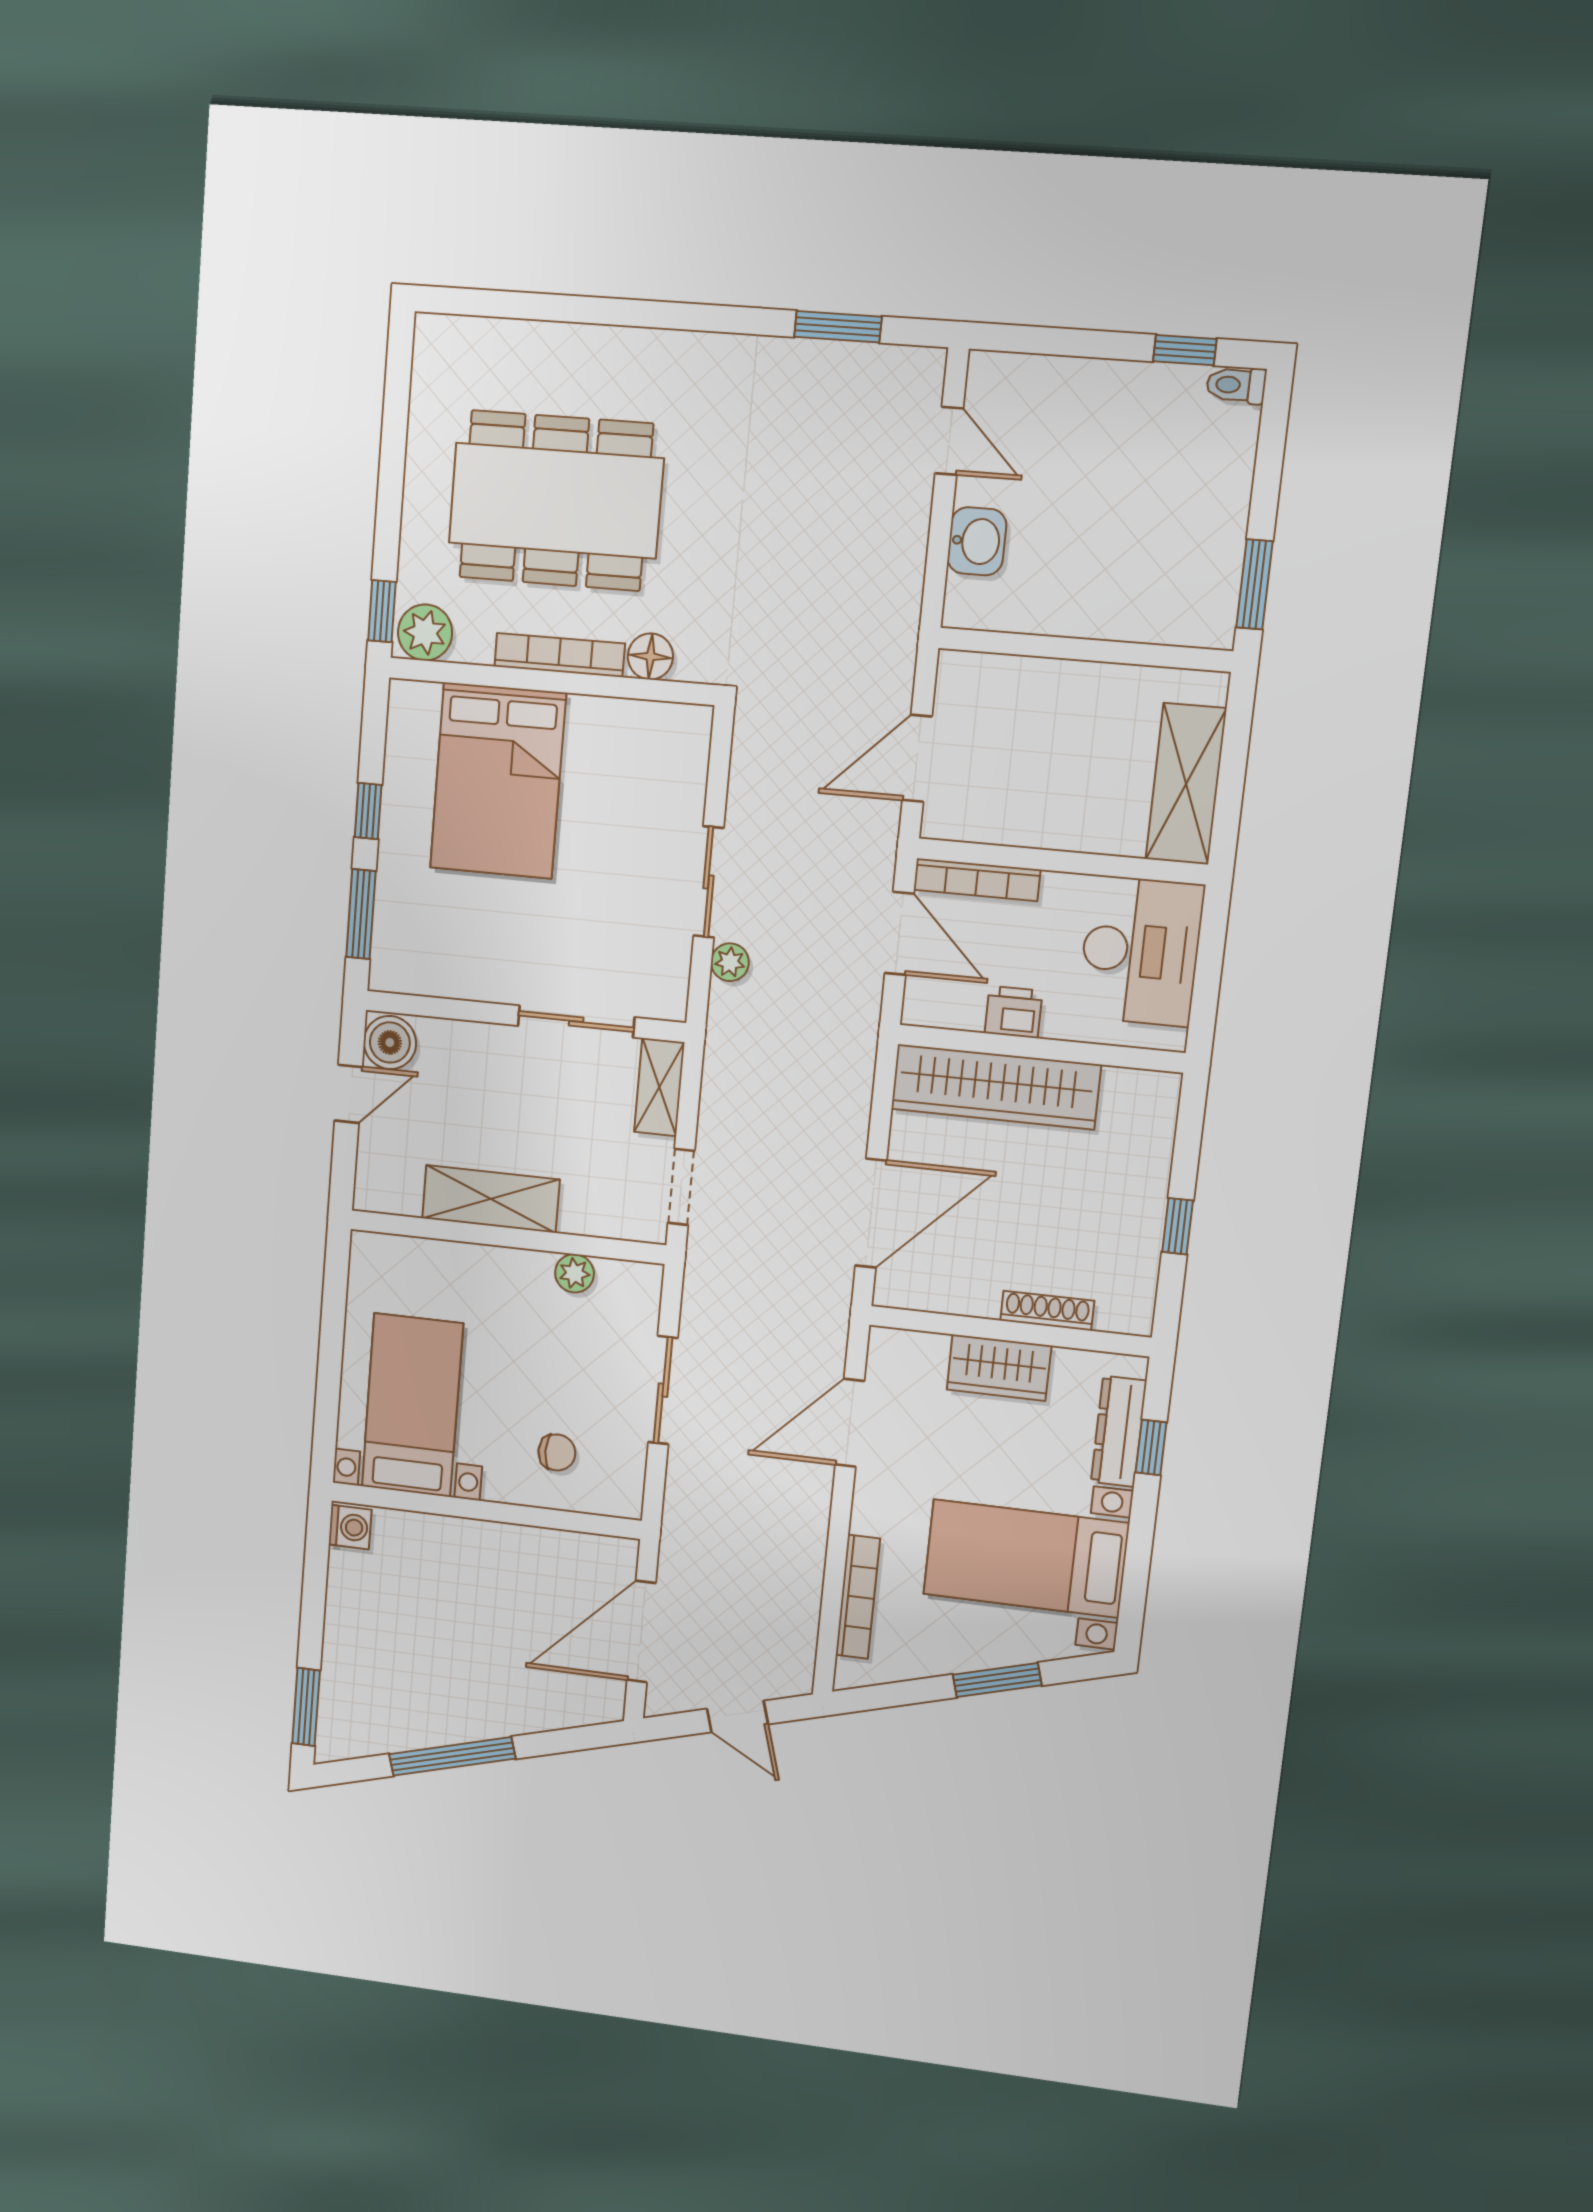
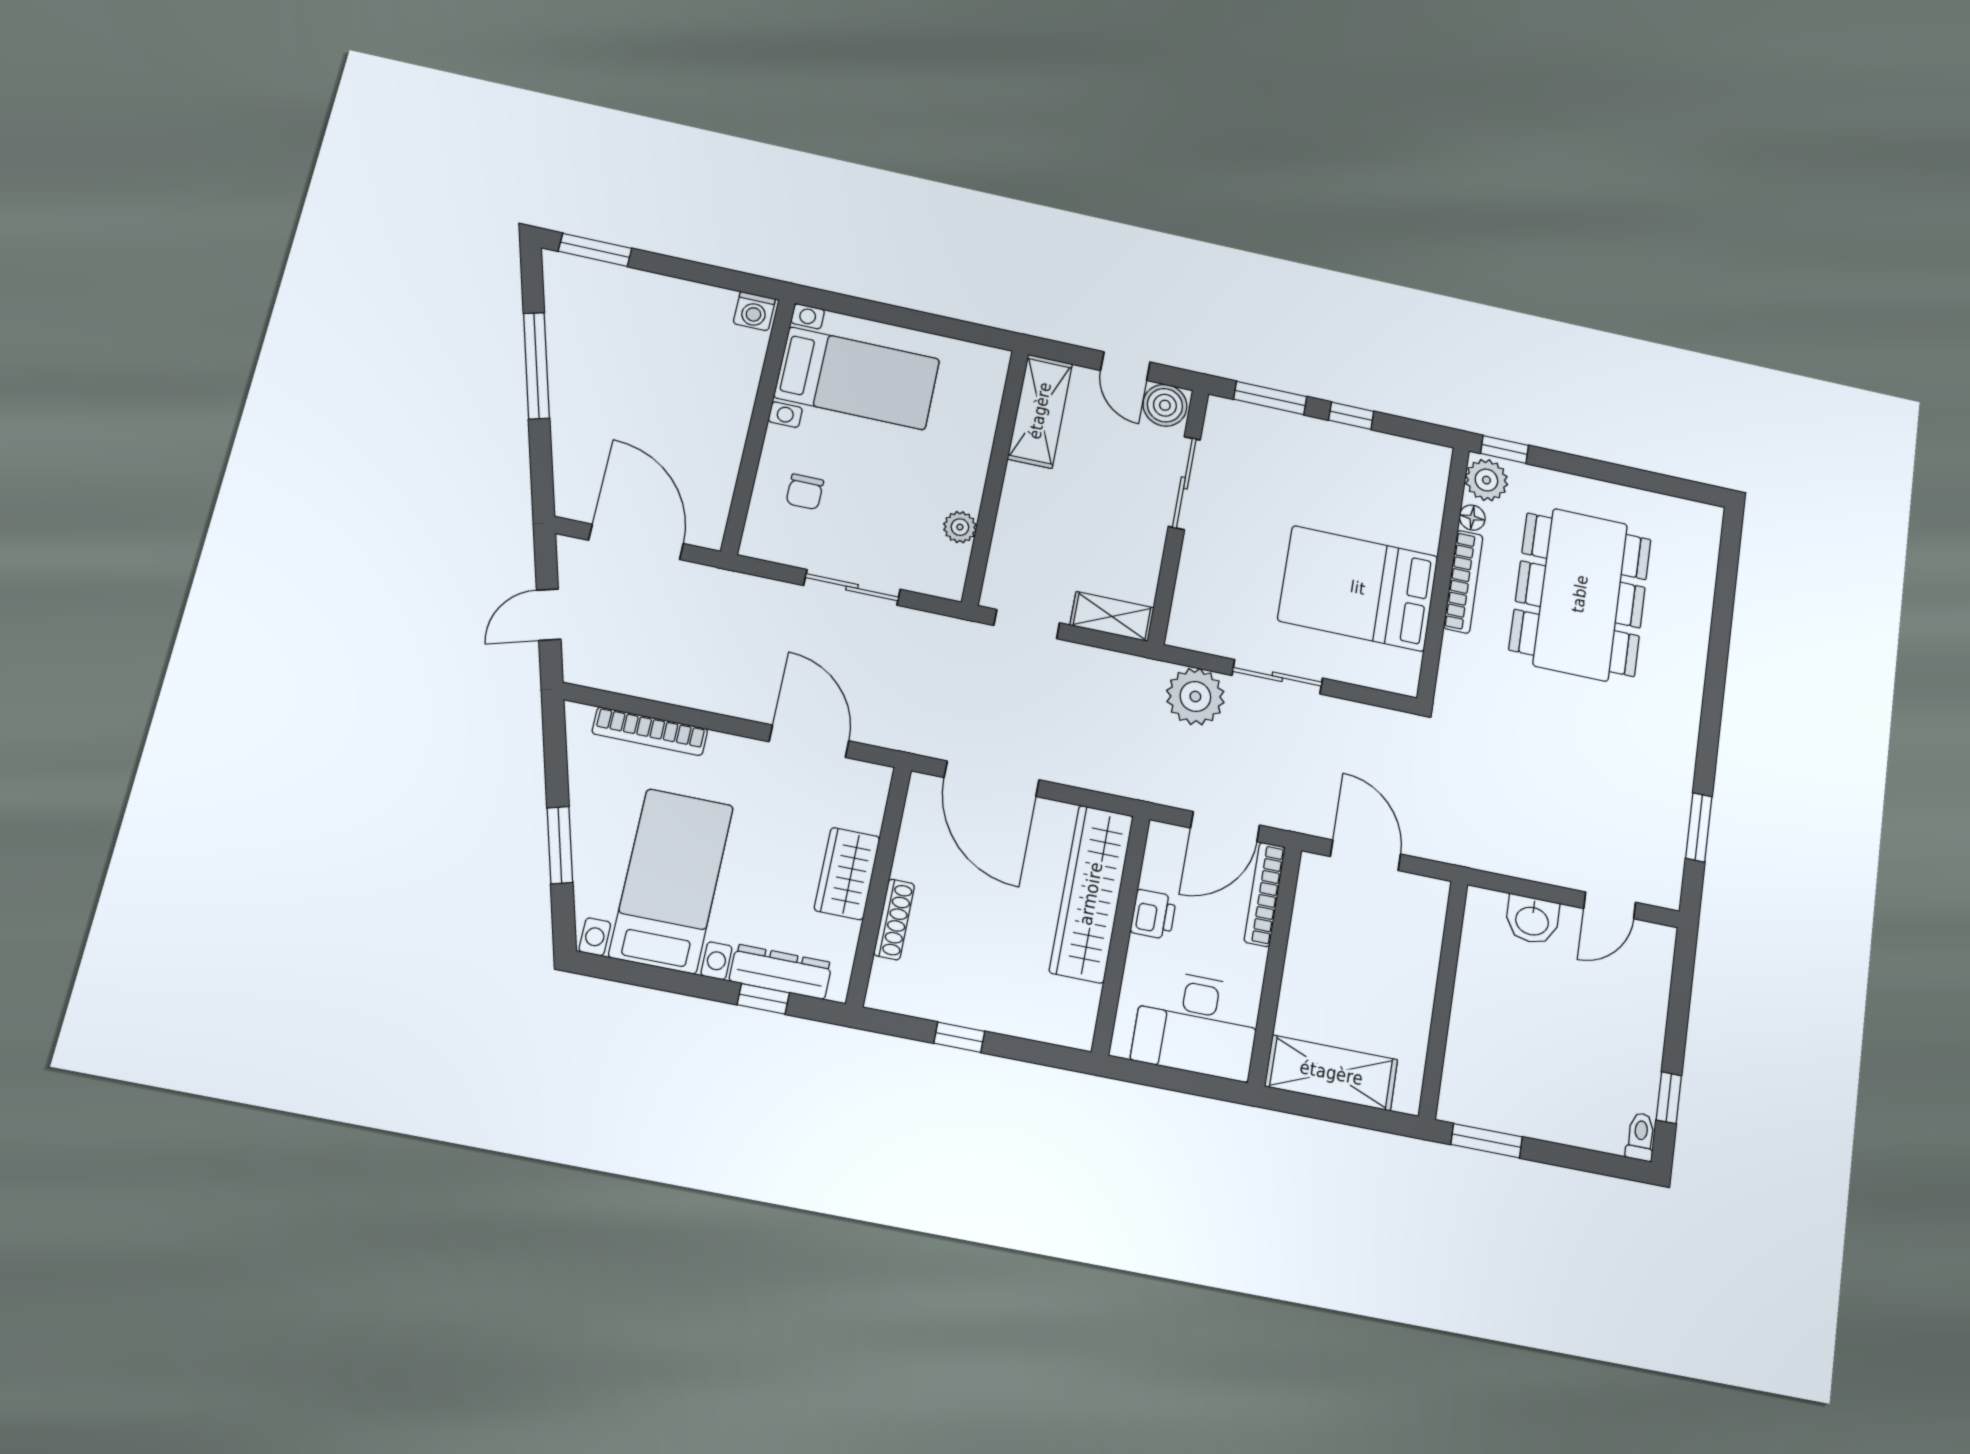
floor lamp: (650, 656) -> (1472, 518), moved, width x0.73, depth x0.73
bed: (498, 781) -> (1358, 588), moved
plant: (730, 962) -> (1195, 696), width x1.87, depth x1.87
sliding door: (576, 1022) -> (1184, 483), moved
shelving: (491, 1199) -> (1040, 411), moved

